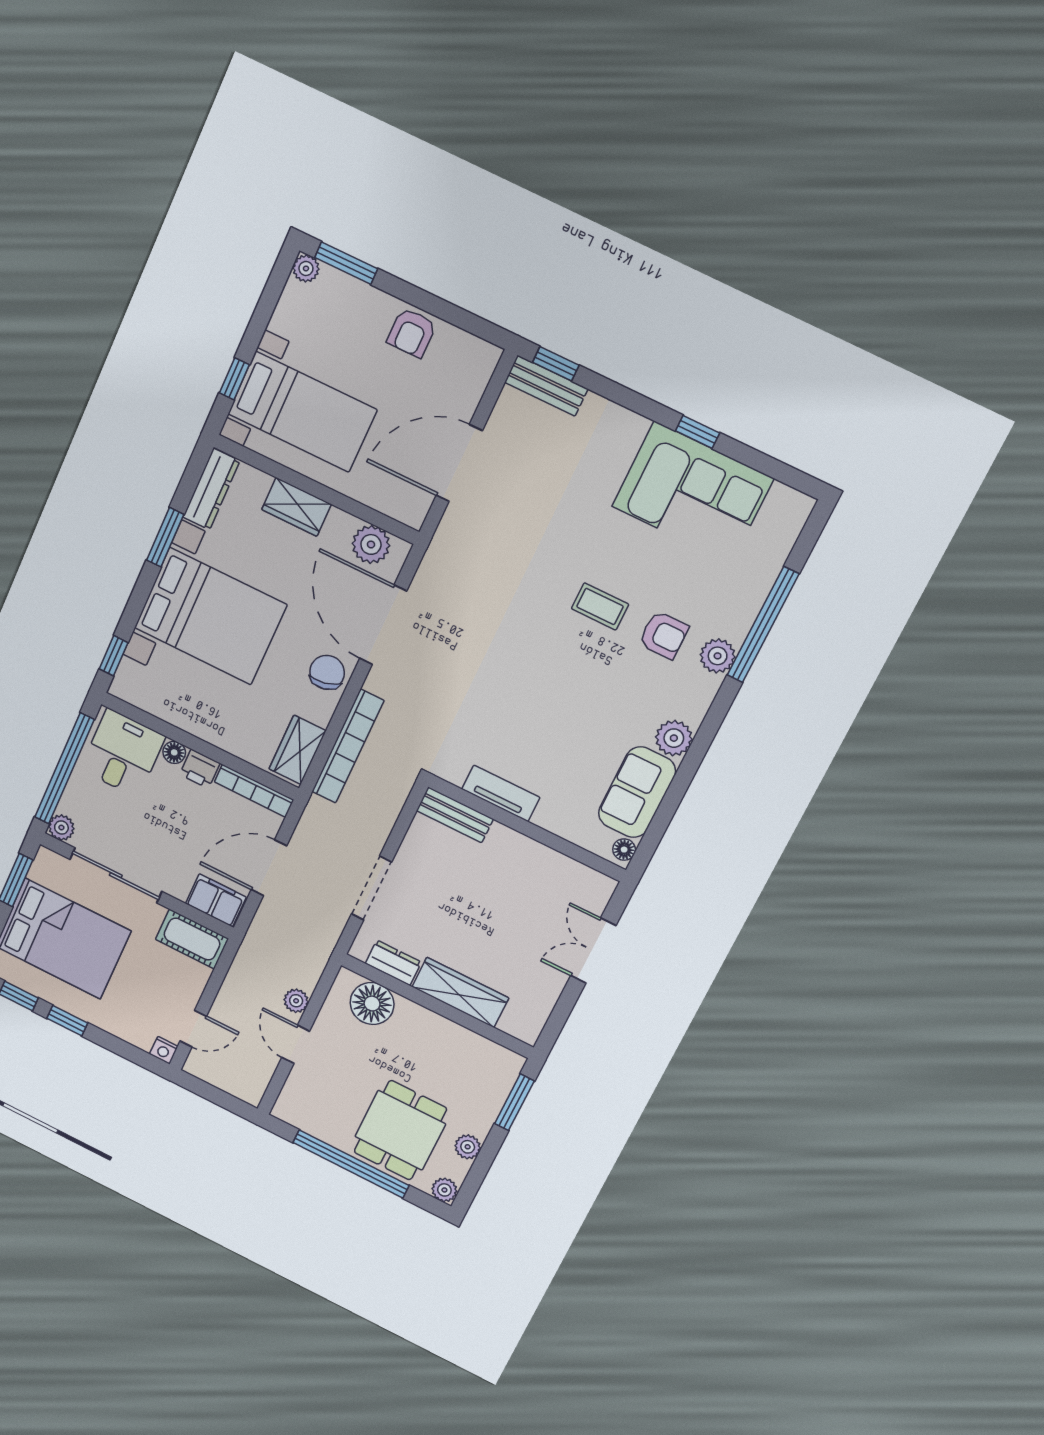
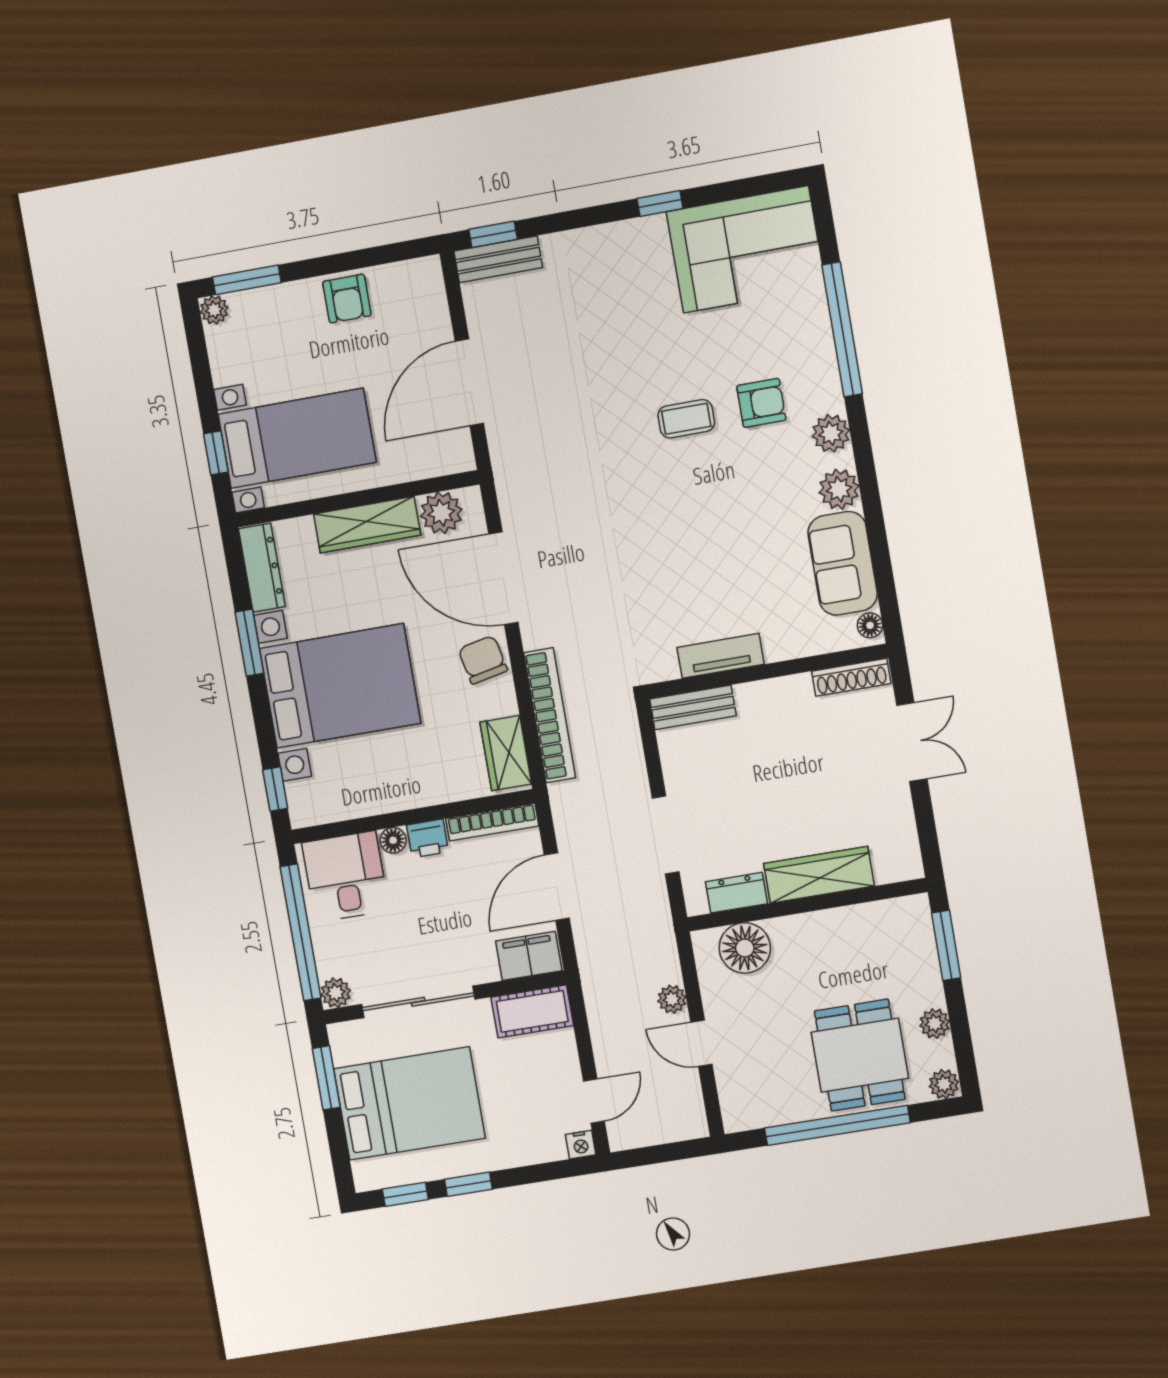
corner sofa: (693, 492) -> (746, 249), moved
wardrobe: (297, 507) -> (367, 525), width x1.50
plant: (718, 656) -> (831, 433), moved
shoe rack: (584, 876) -> (851, 677), added
double door: (593, 951) -> (912, 742), swing flipped

